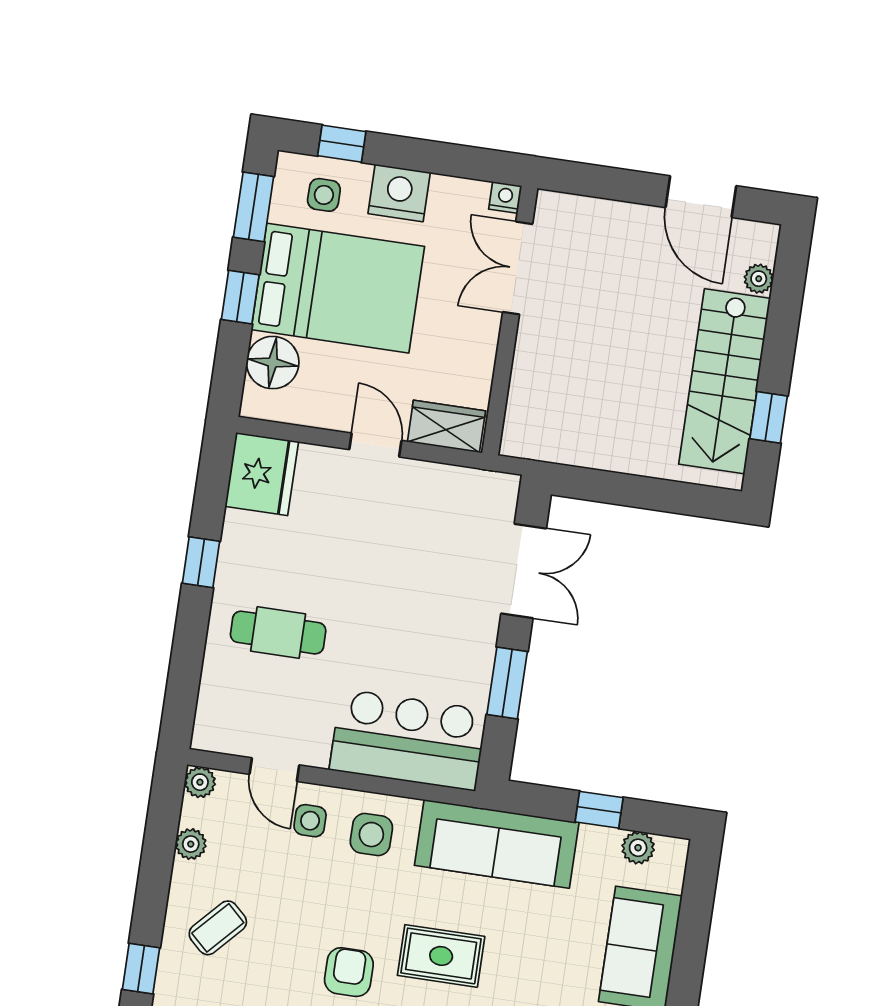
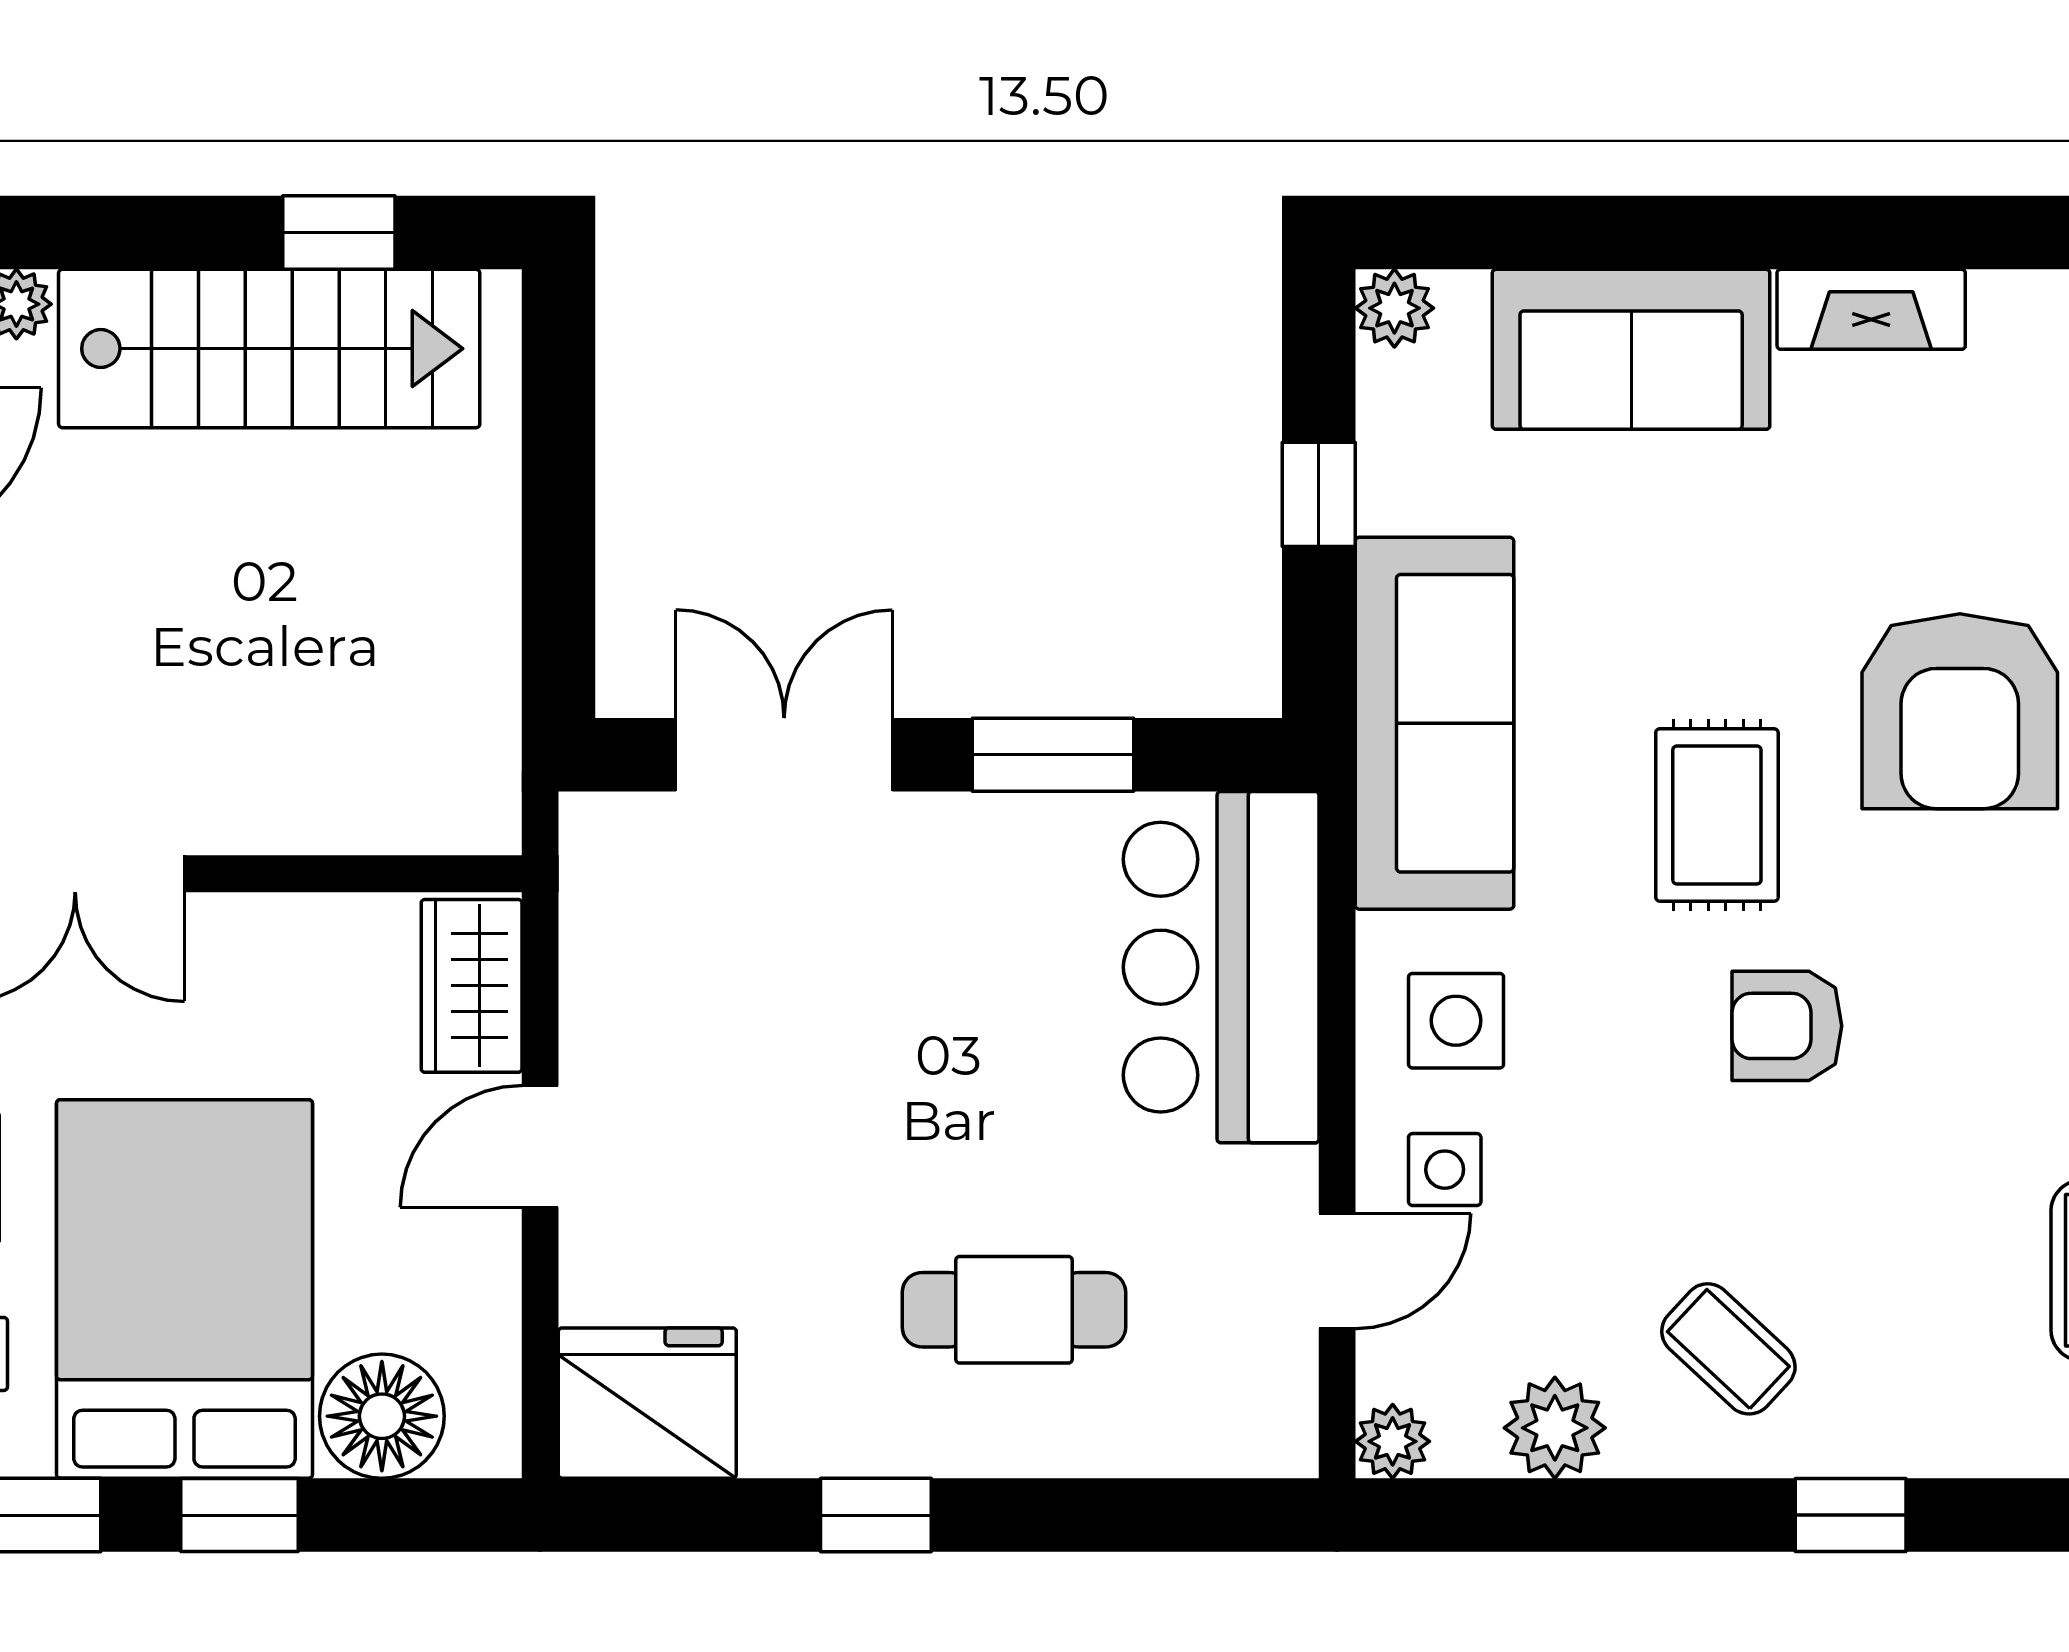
cafe table: (278, 633) -> (1014, 1310), turned 90
plant: (191, 844) -> (1555, 1428), width x1.38, depth x1.38
plant: (638, 848) -> (1394, 308), moved

